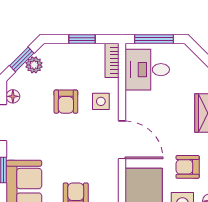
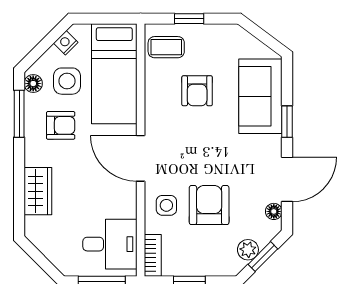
armchair: (66, 102) -> (209, 205), width x1.38, depth x1.38

